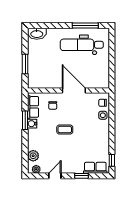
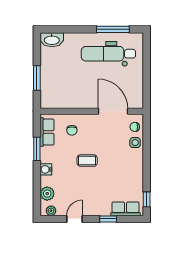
door: (74, 90) -> (113, 111), moved
water cooler: (32, 124) -> (46, 169), moved

